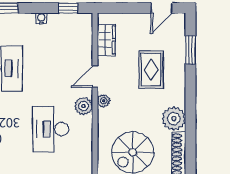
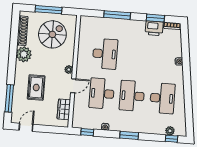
window: (191, 50) -> (9, 98), width x1.44
desk: (51, 68) -> (102, 93), added
plant: (83, 106) -> (82, 67), removed

